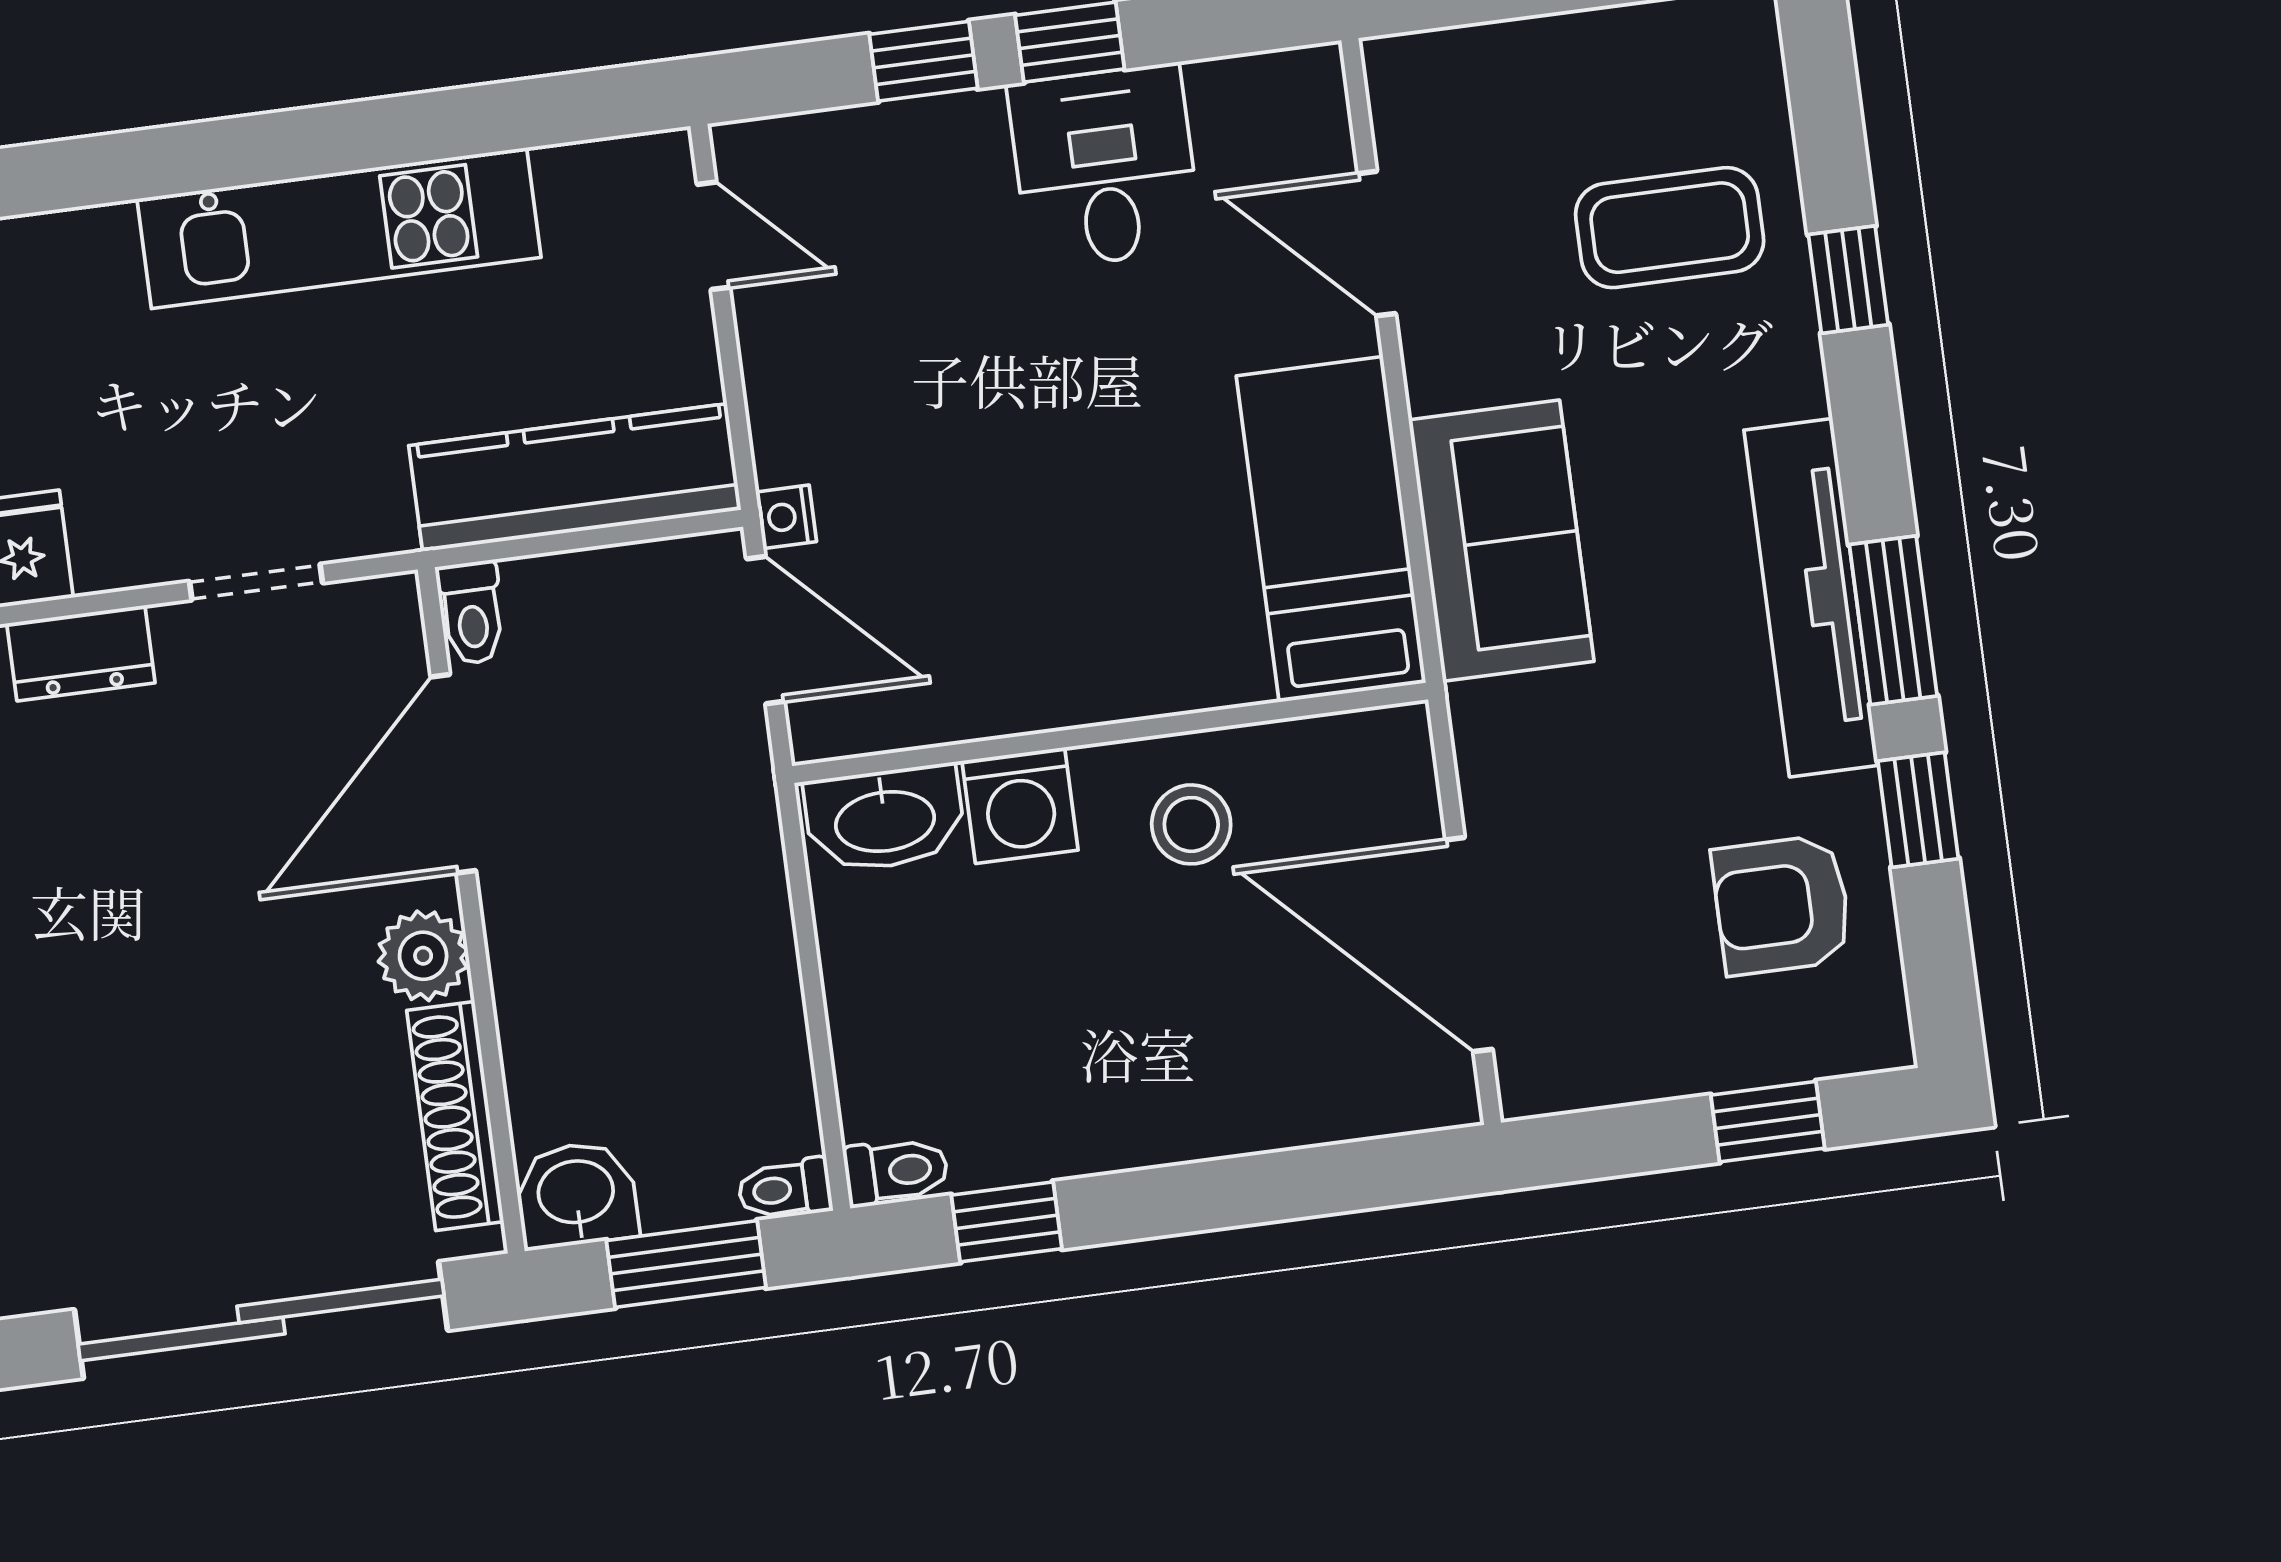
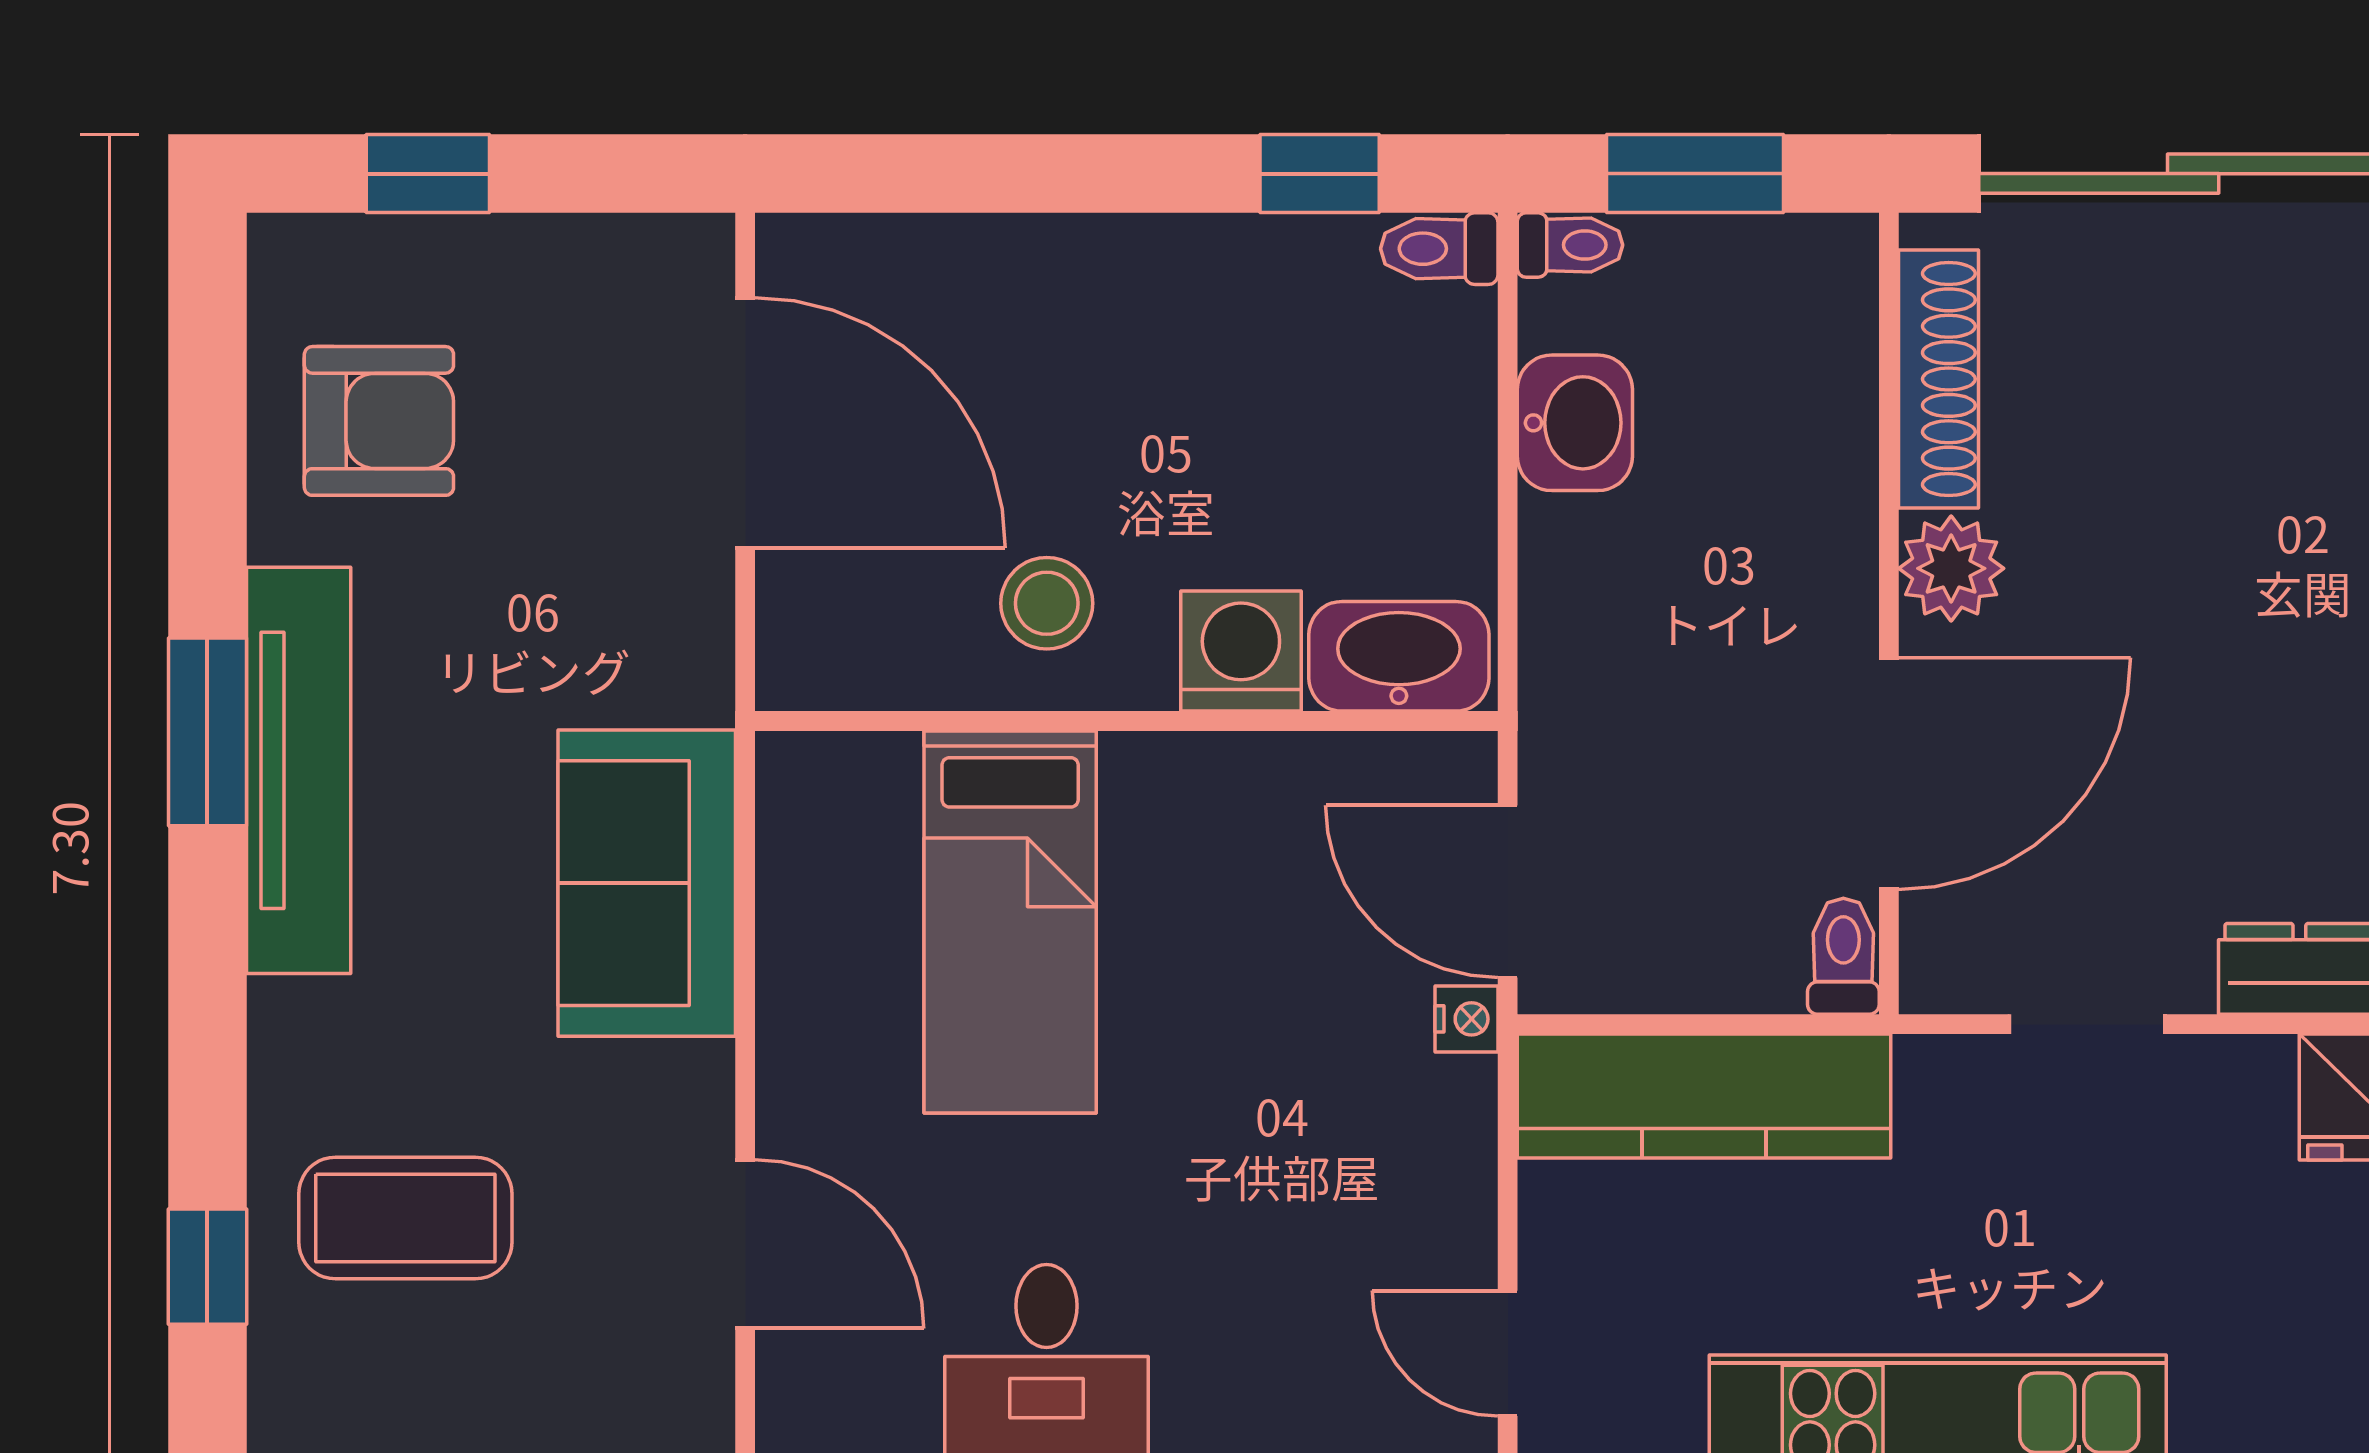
window: (1848, 280) -> (207, 1267), moved
bed: (1331, 529) -> (1010, 922), moved
window: (1918, 810) -> (207, 510), removed
washbasin: (576, 1195) -> (1575, 423), moved, turned -90

